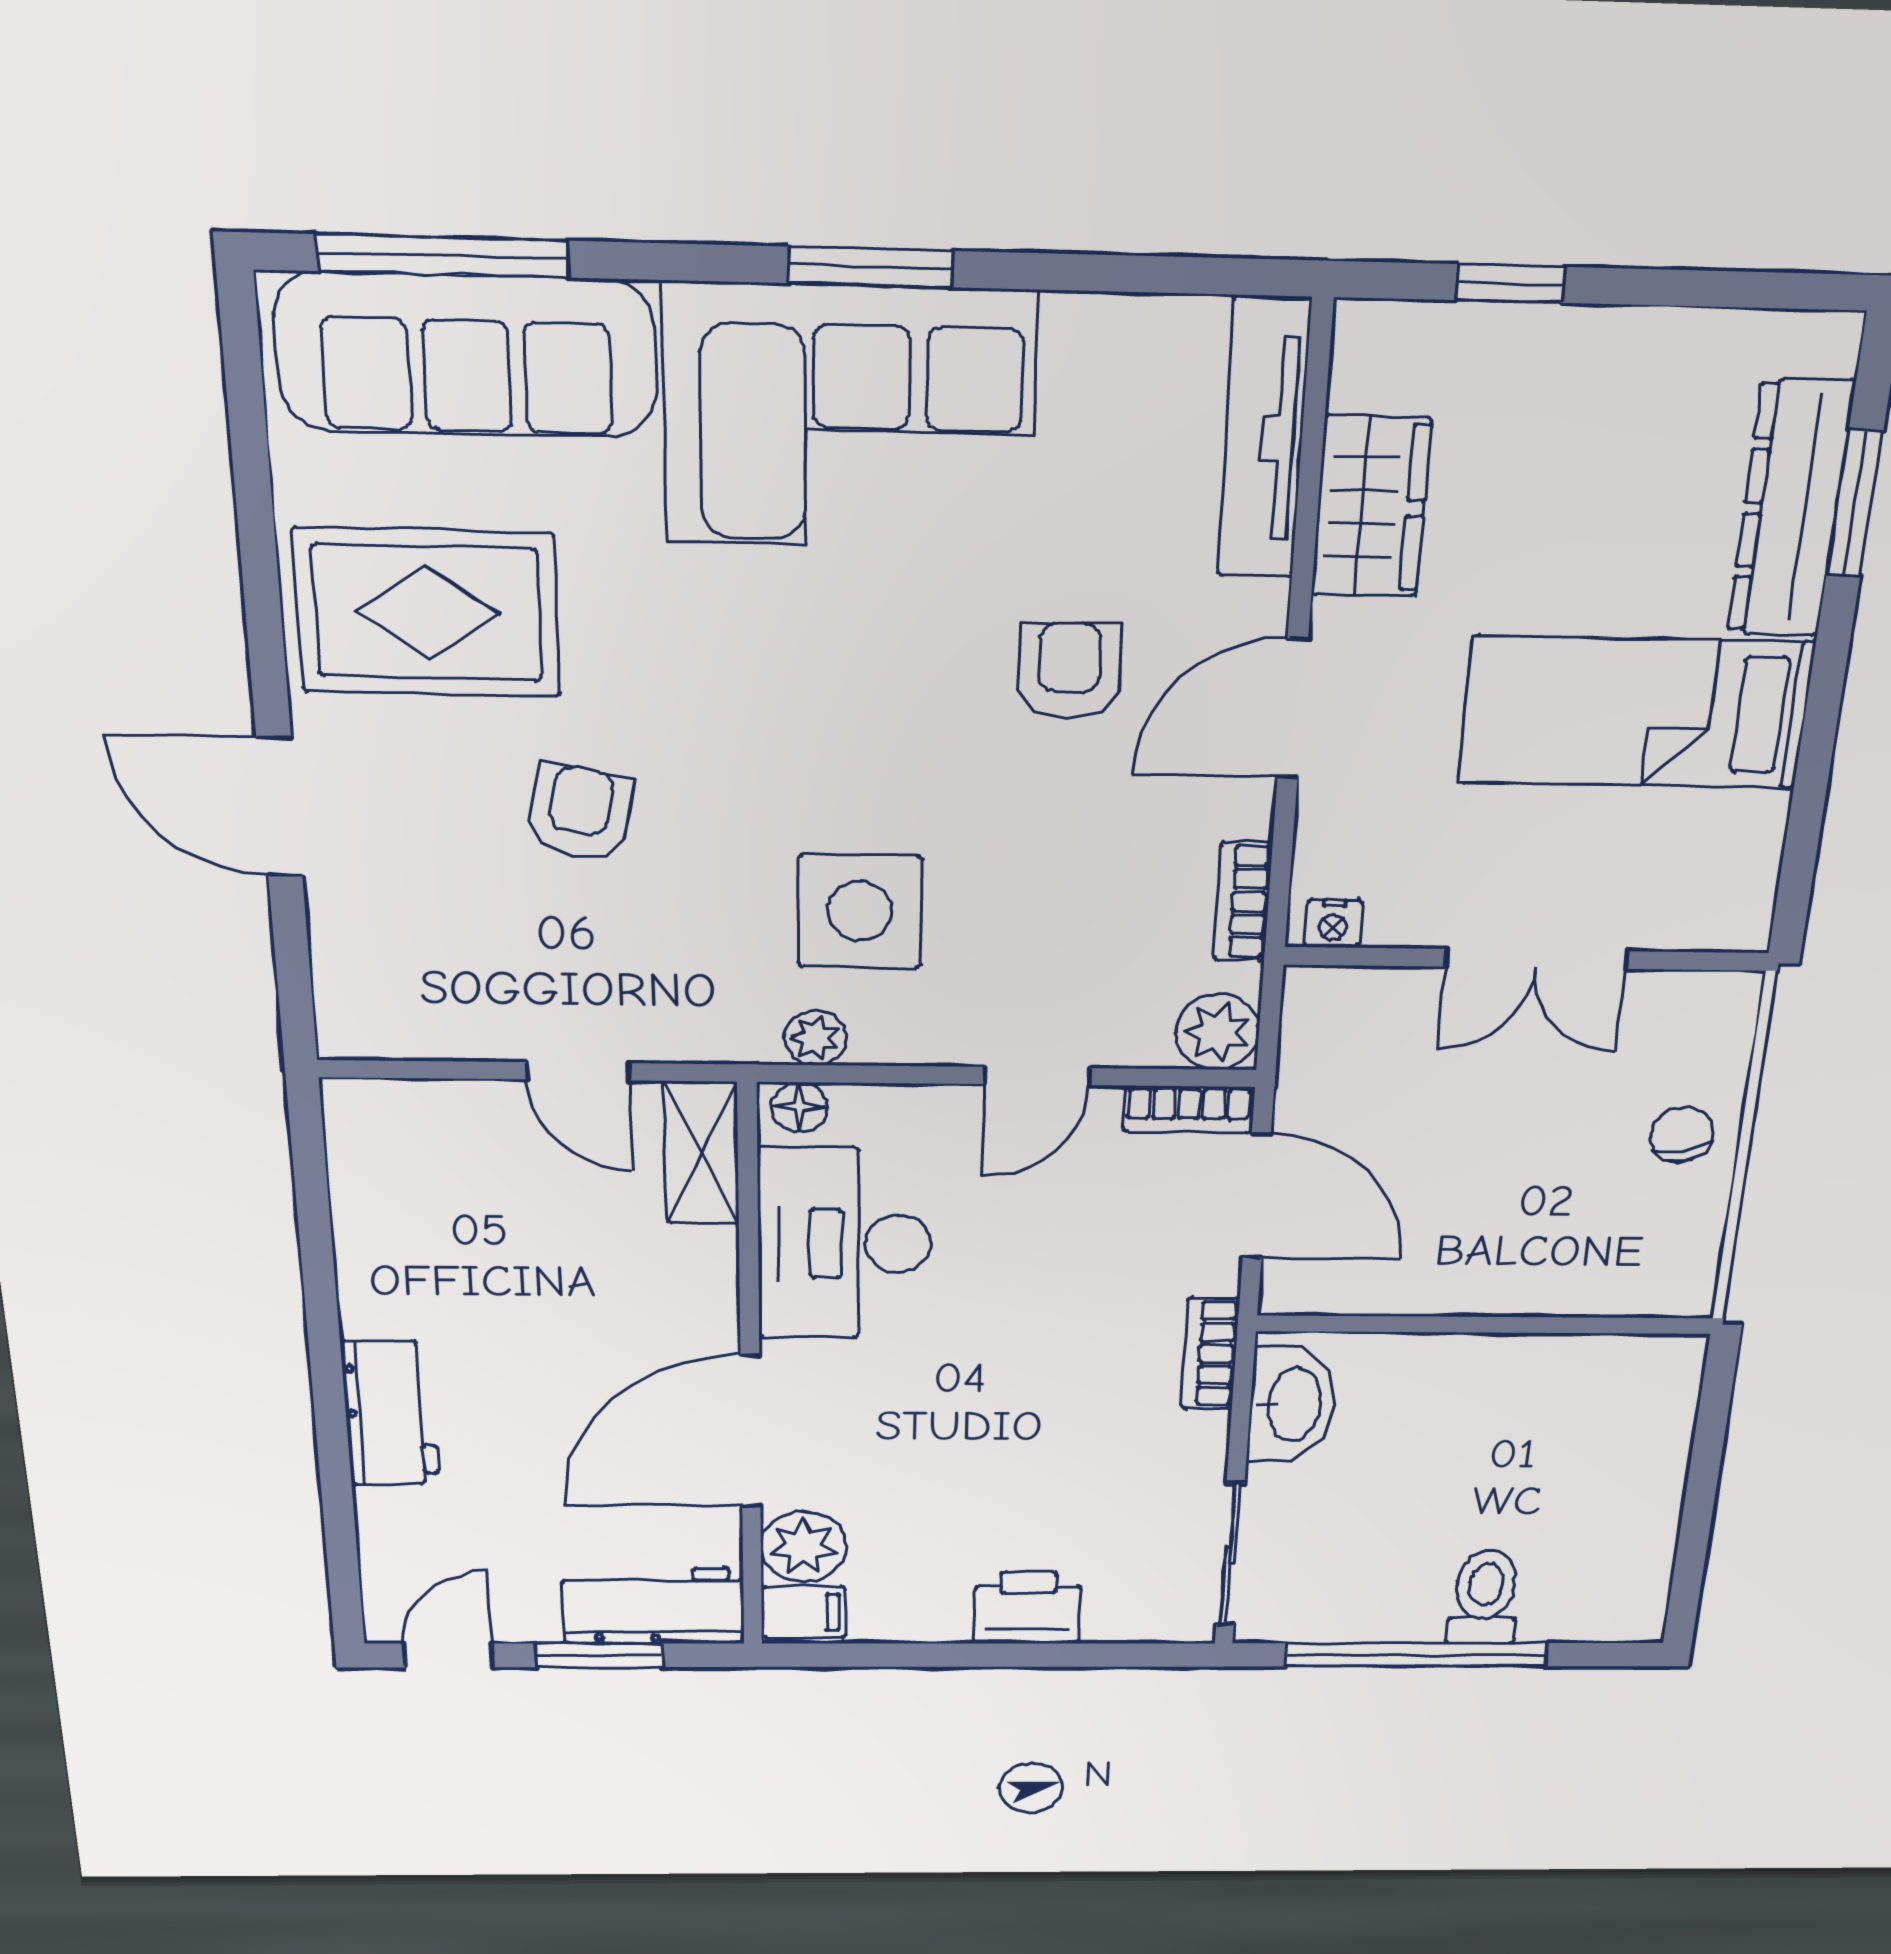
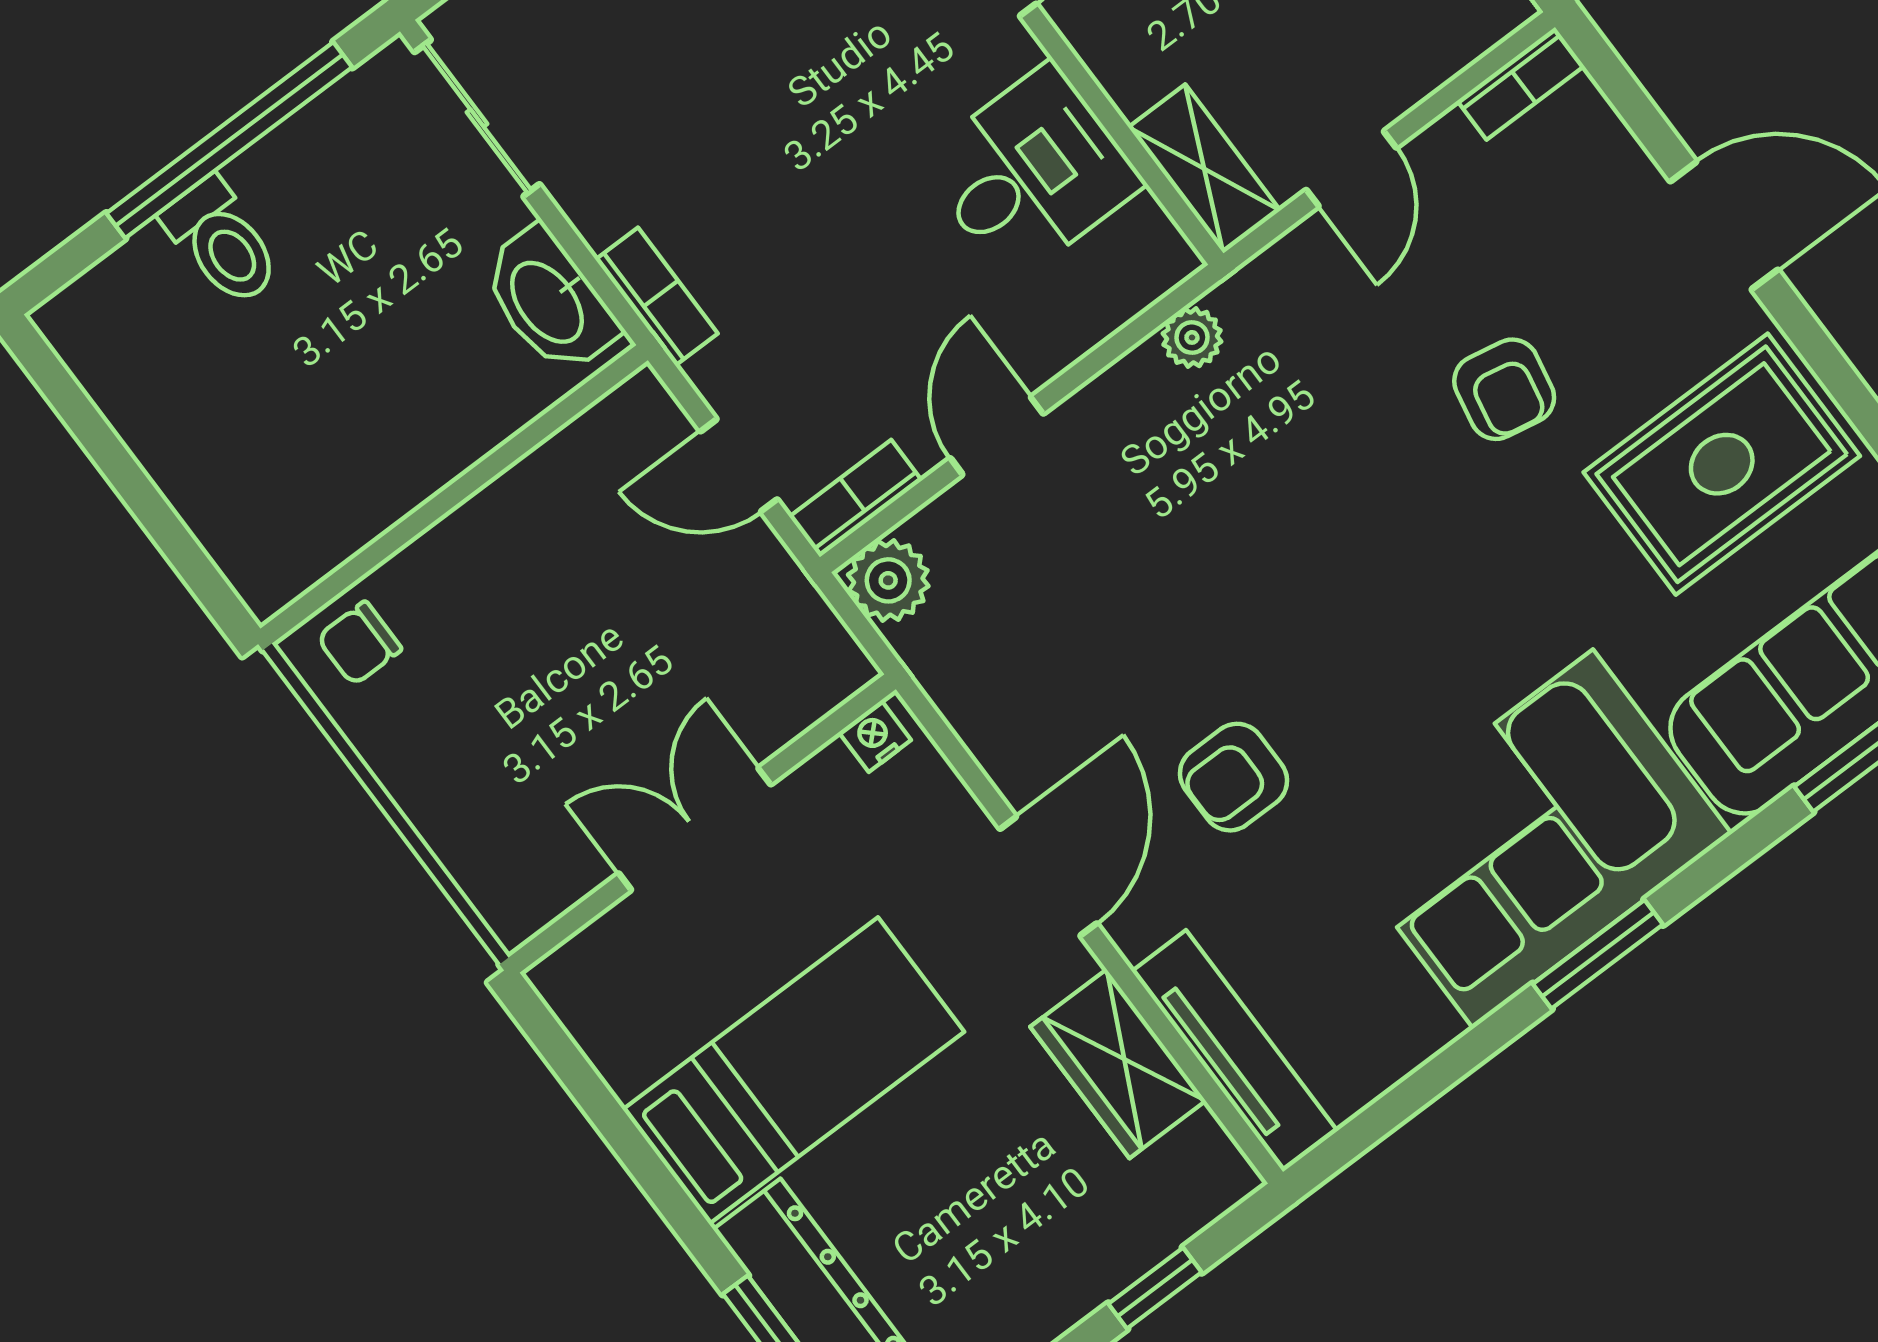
armchair: (1069, 671) -> (1233, 777), turned 90
bookcase: (1243, 902) -> (1521, 83), moved, turned 90
side table: (860, 911) -> (1239, 469), removed
door: (578, 1071) -> (1351, 169), swing flipped
floor lamp: (799, 1107) -> (1159, 268), removed
chair: (1682, 1134) -> (359, 643), moved, turned 101
door: (1257, 1196) -> (739, 465), width x0.73
desk: (845, 1244) -> (1031, 173), width x0.73

